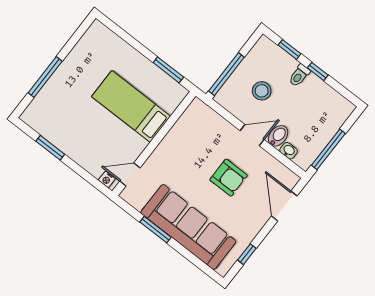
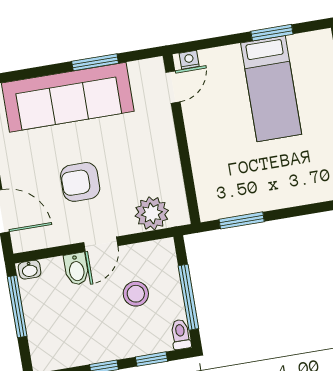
window: (226, 74) -> (188, 297), moved
toilet: (299, 75) -> (181, 334), moved
bed: (131, 106) -> (271, 89), moved, turned 90
plant: (210, 123) -> (152, 213), added
washbasin: (289, 151) -> (30, 270), moved

